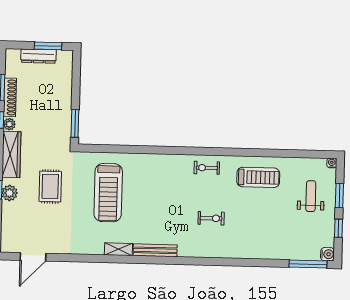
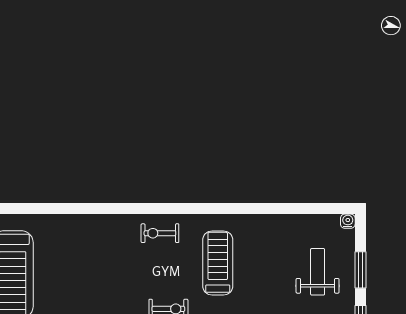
treadmill: (258, 177) -> (218, 263), moved, turned -90

